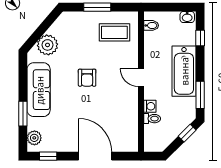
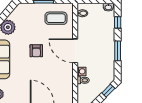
bathtub: (184, 71) -> (106, 46), removed
door: (141, 78) -> (75, 51), width x1.88
window: (200, 95) -> (118, 51), moved

